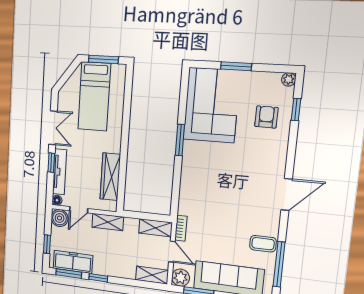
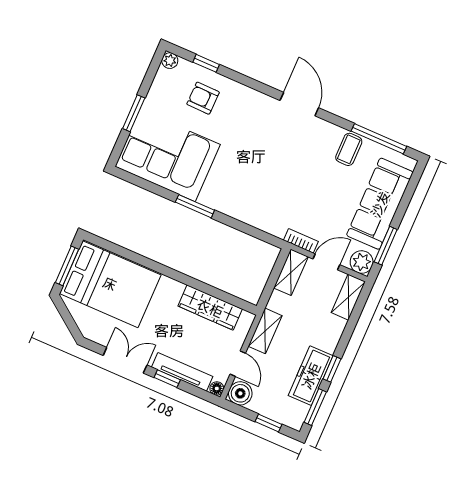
bed: (94, 96) -> (110, 284), width x1.50
freezer: (73, 262) -> (311, 376), moved

